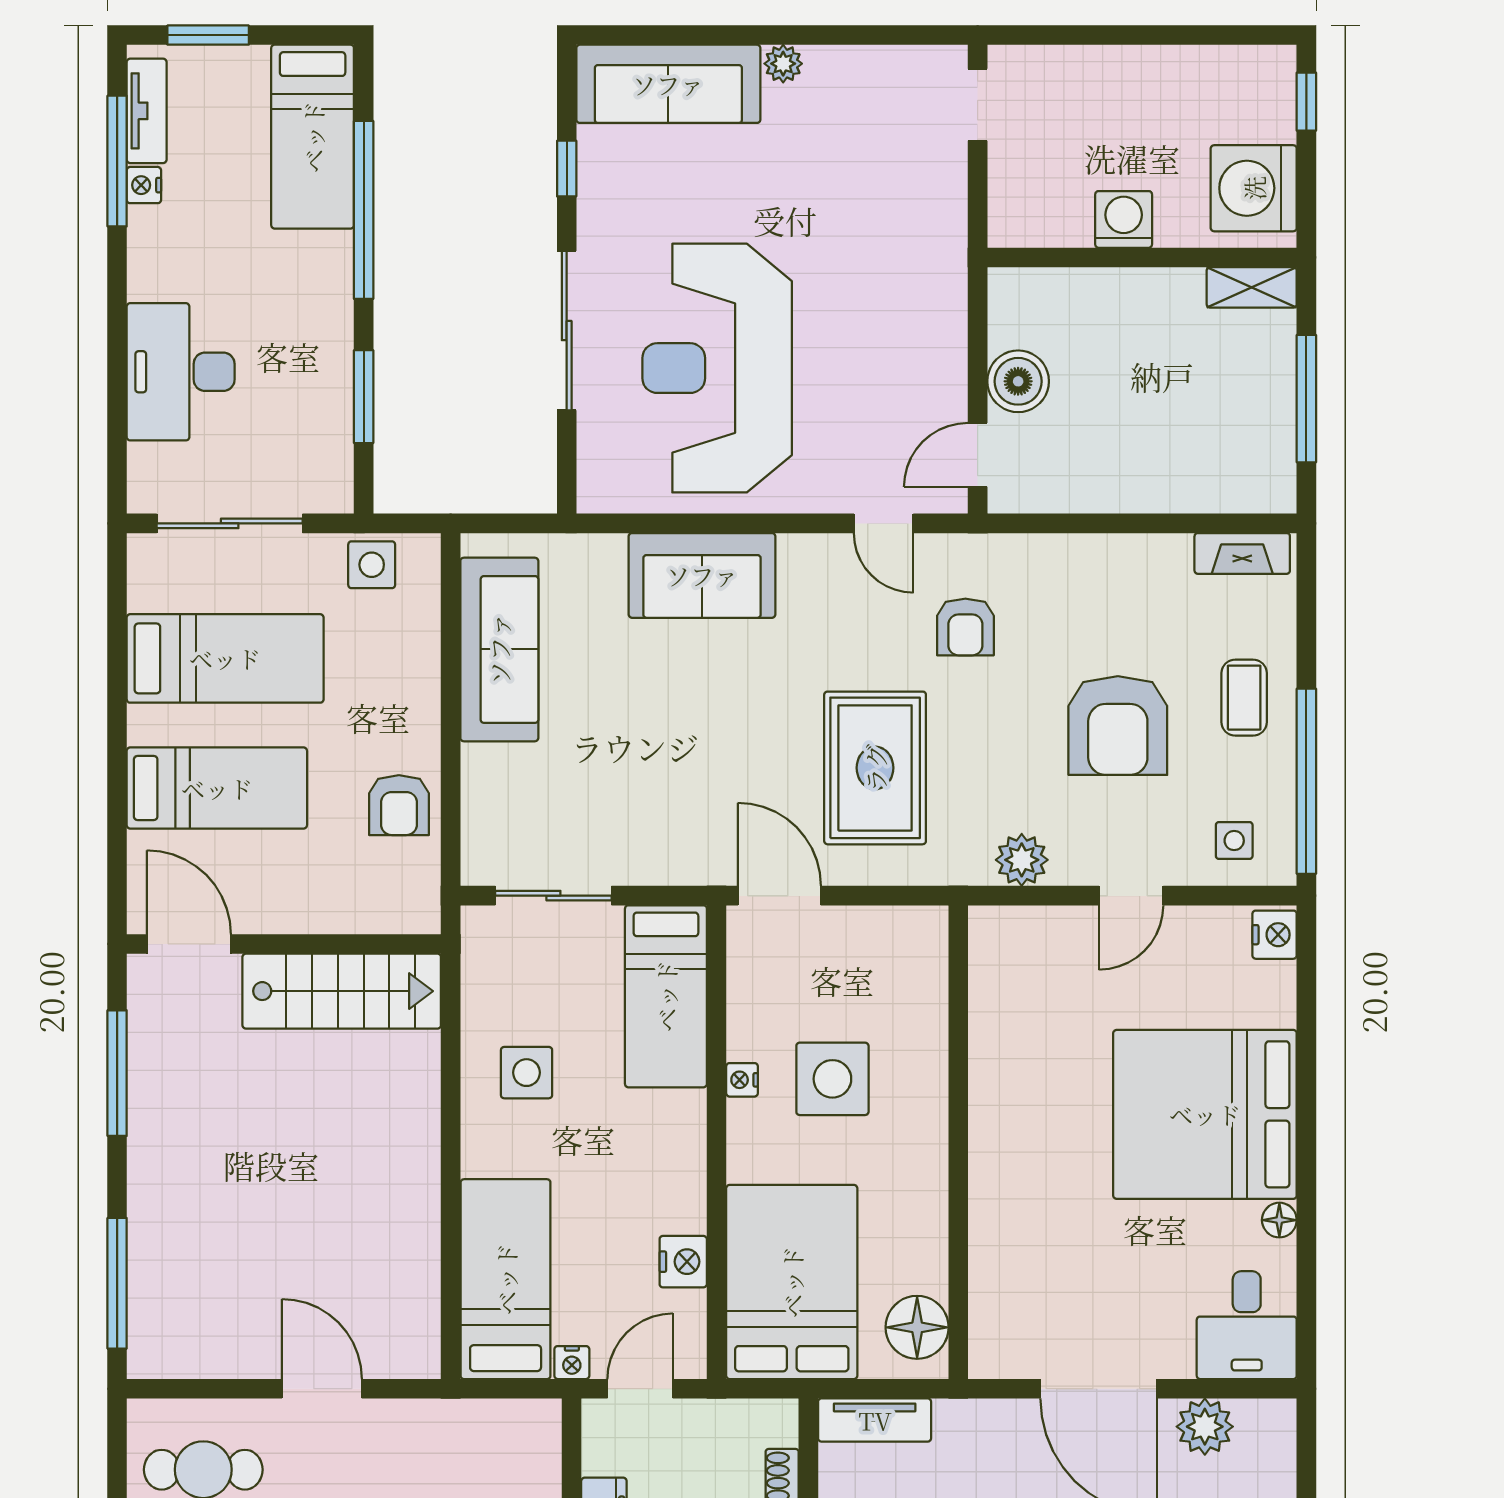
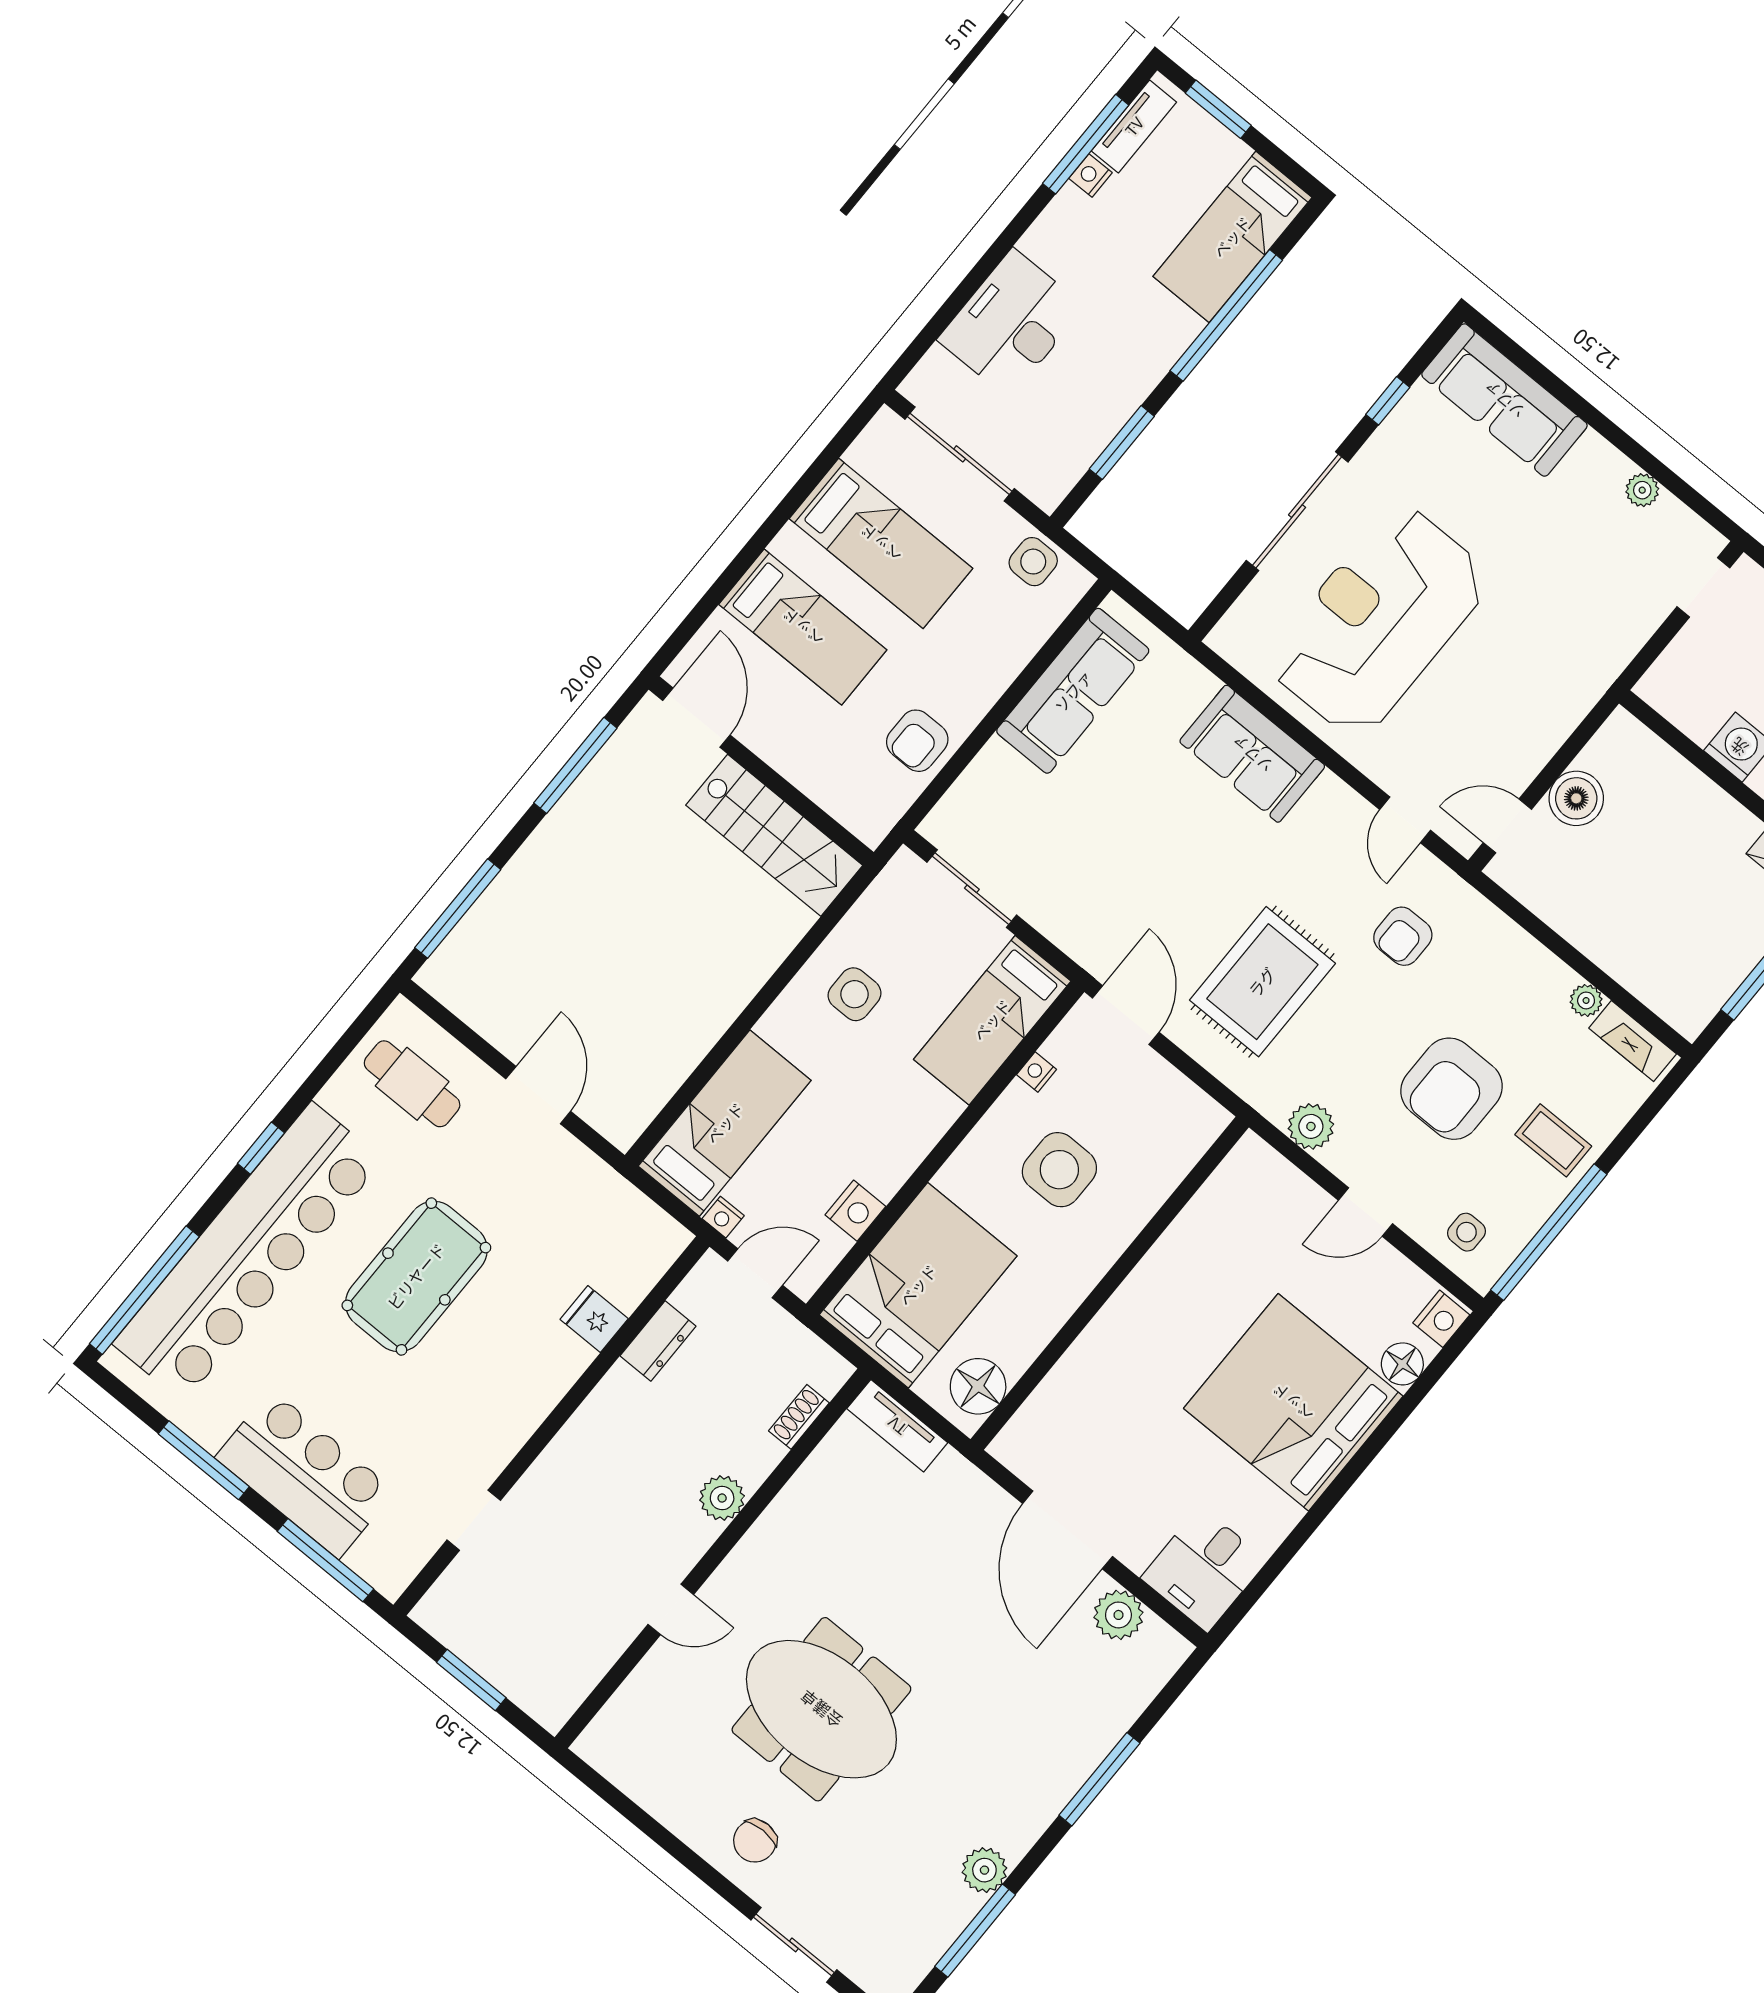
plant: (783, 64) -> (1642, 490), moved
plant: (1172, 551) -> (1586, 1000), added
coffee table: (1244, 698) -> (1553, 1140), turned 90
nightstand: (742, 1080) -> (1037, 1072), moved
floor lamp: (1279, 1220) -> (1402, 1364), moved, width x1.37, depth x1.37

